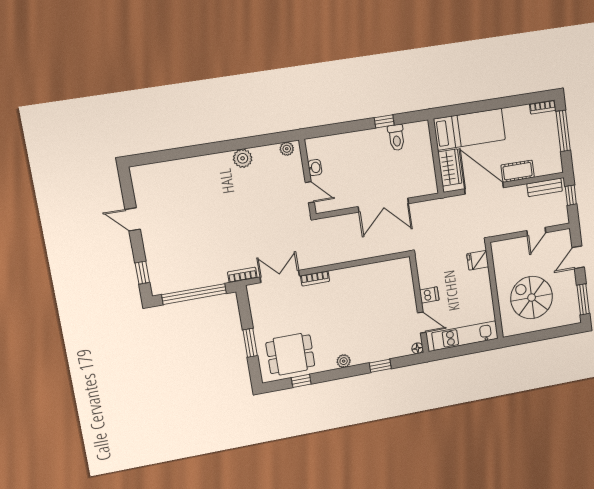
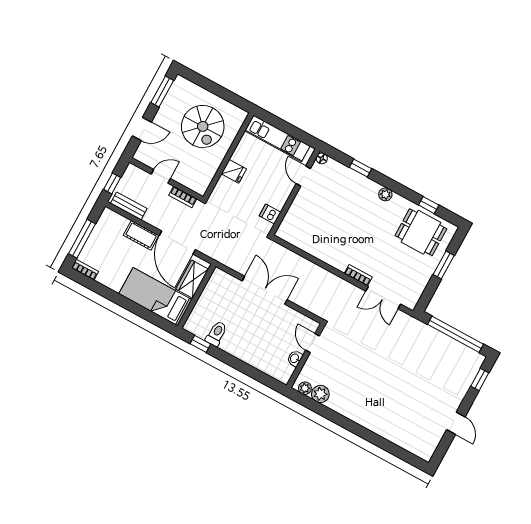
window: (384, 121) -> (200, 344), moved
plant: (243, 158) -> (320, 394), moved
fridge: (478, 260) -> (234, 171), moved
bookcase: (242, 275) -> (183, 197), moved
dishwasher: (429, 295) -> (270, 214), moved

